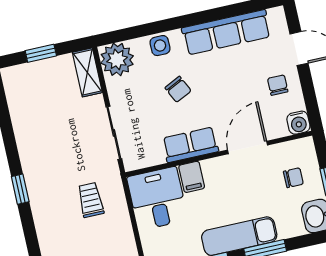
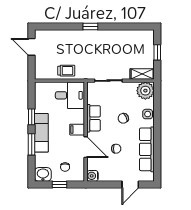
chair: (278, 85) -> (116, 149), moved
filing cabinet: (192, 177) -> (77, 130), moved
trolley: (91, 200) -> (66, 71), moved

